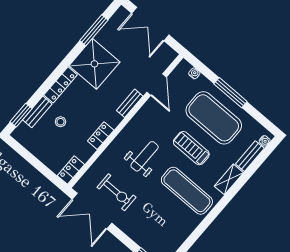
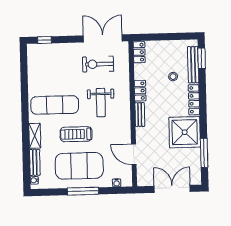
bench: (130, 103) -> (140, 115), moved
bench: (37, 112) -> (193, 65), width x1.36
treadmill: (191, 148) -> (76, 134), turned 180

